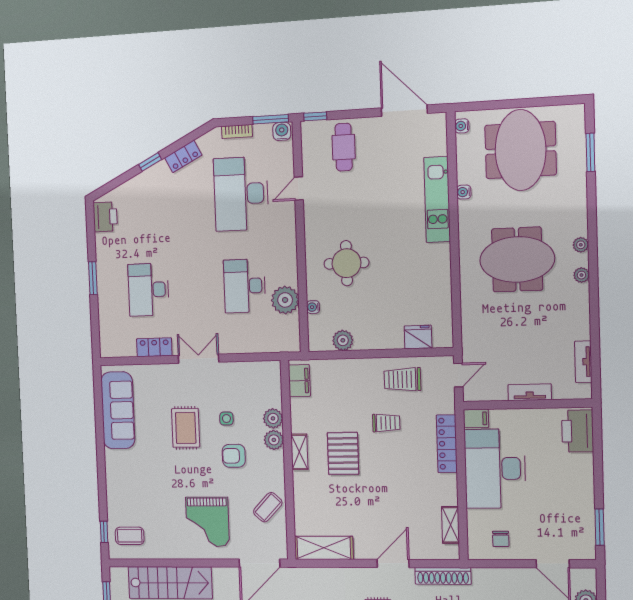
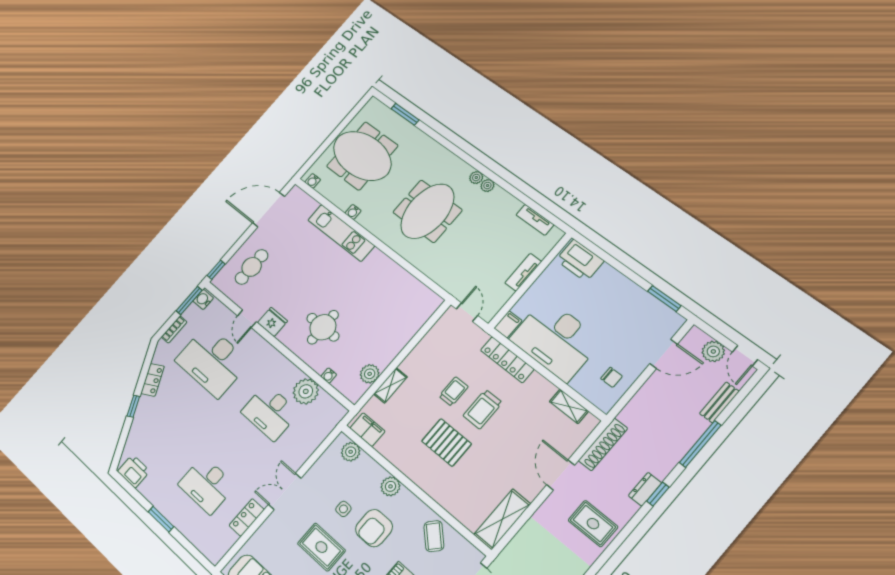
cafe table: (344, 147) -> (252, 267), turned 90
plant: (581, 245) -> (487, 186), moved
fridge: (418, 337) -> (272, 322), moved, turned 90
trolley: (402, 379) -> (483, 409), moved
plant: (273, 418) -> (351, 452), moved
shelving: (299, 452) -> (390, 385), moved, turned 90
armchair: (234, 456) -> (374, 528), width x1.38, depth x1.38

